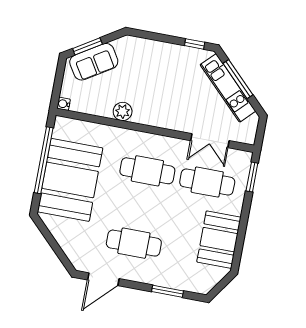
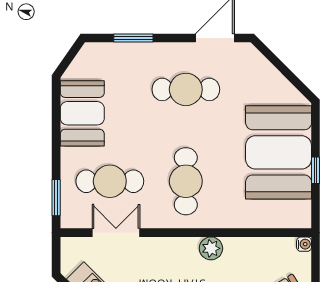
plant: (123, 111) -> (211, 248), moved
window: (44, 160) -> (316, 170), width x0.32
cafe table: (147, 171) -> (186, 181), turned 90

